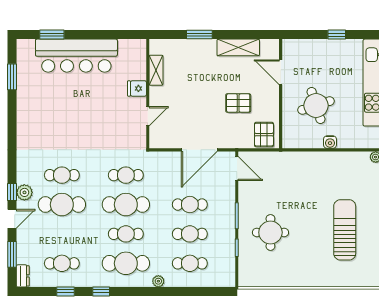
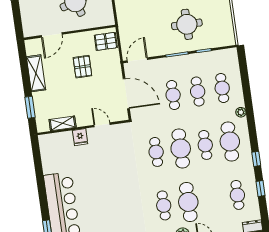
shelving: (156, 70) -> (63, 123), moved
fridge: (137, 88) -> (80, 137), moved
wall: (148, 94) -> (83, 128), moved
door: (148, 116) -> (102, 125), moved

